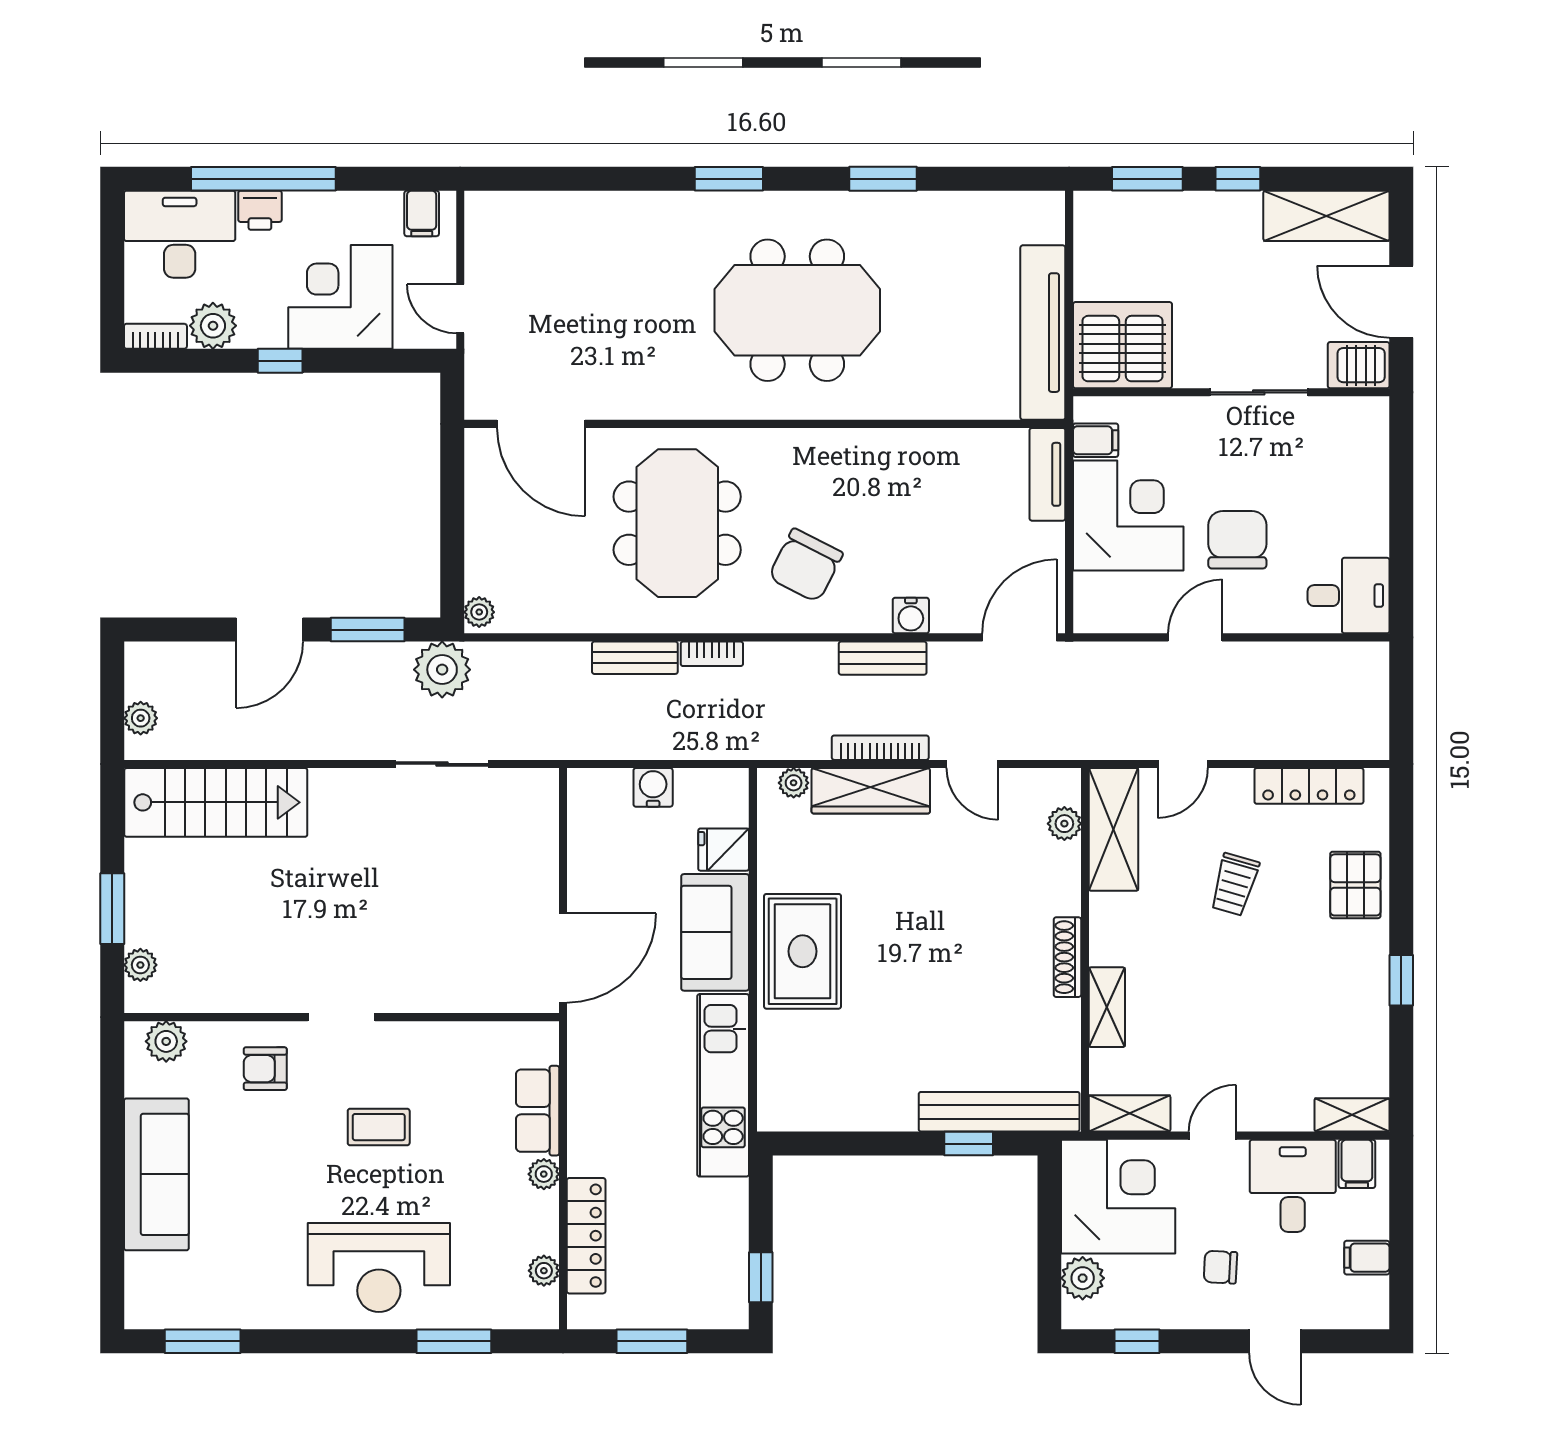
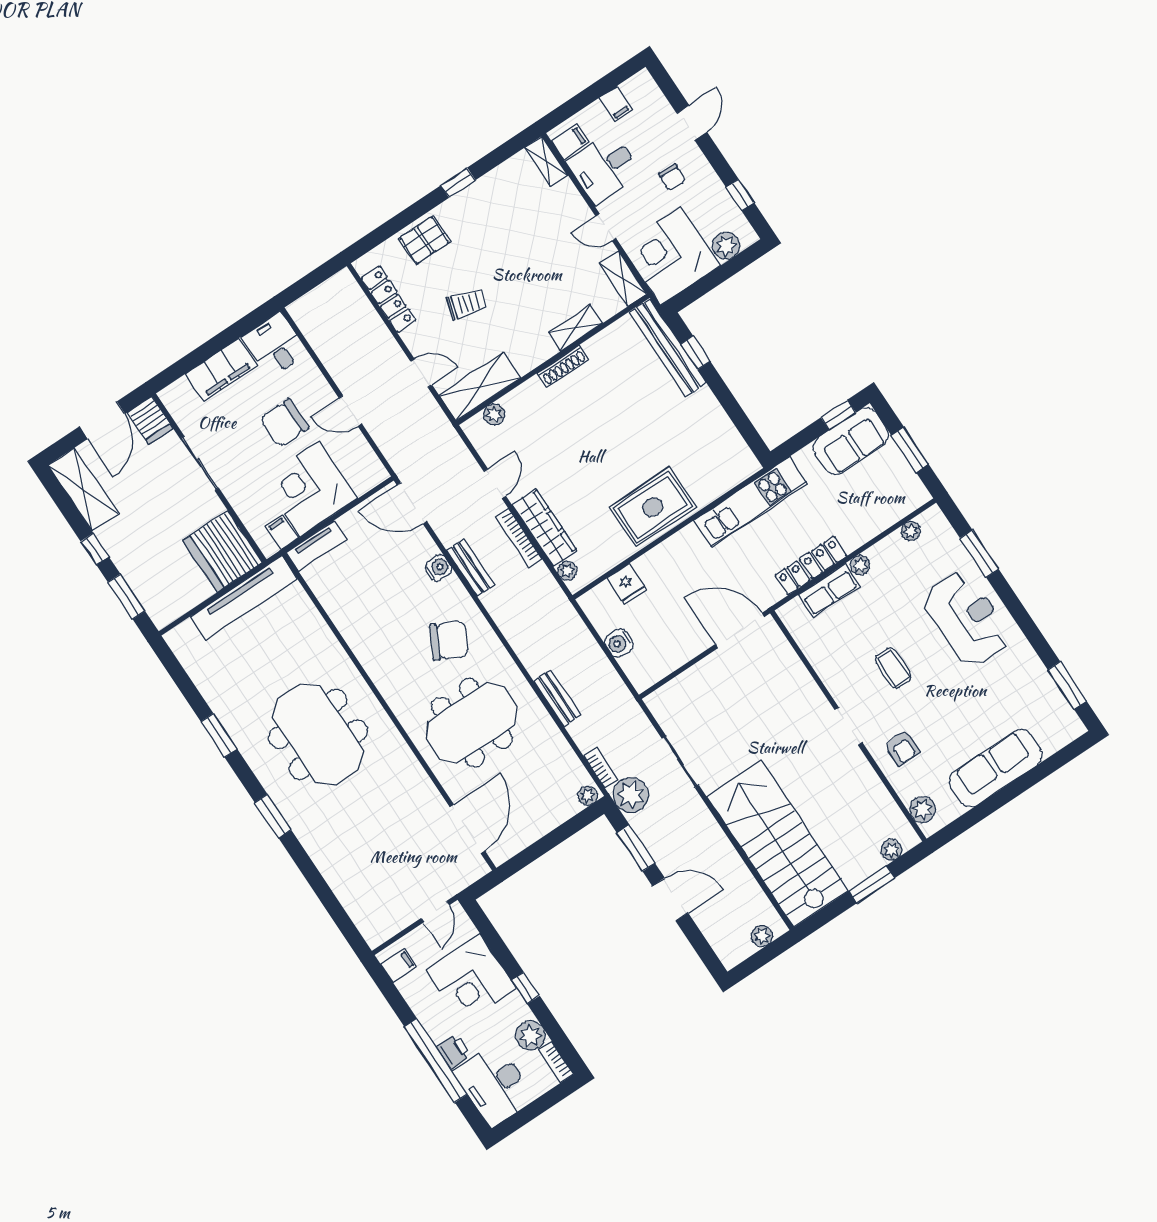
filing cabinet: (1363, 503) -> (221, 370), added
bookcase: (712, 654) -> (601, 768), moved
stairs: (216, 802) -> (777, 844), width x1.36, depth x1.51
sofa: (715, 932) -> (851, 441), moved
locker: (586, 1236) -> (811, 566), moved

